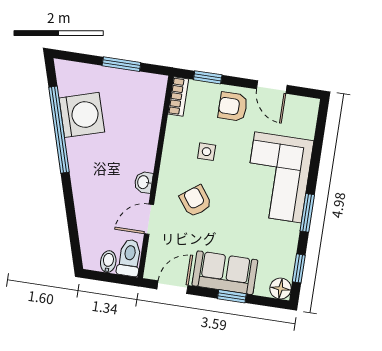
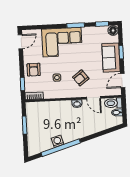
door: (272, 87) -> (20, 42), moved
washing machine: (82, 115) -> (58, 141), width x0.53, depth x0.53
door: (172, 287) -> (123, 80), hinge flipped

